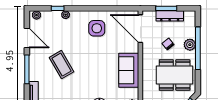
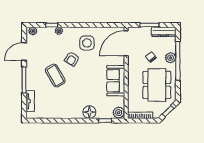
dresser: (170, 16) -> (164, 32), moved
door: (140, 29) -> (126, 43), hinge flipped
door: (27, 38) -> (24, 52), swing flipped
armchair: (80, 46) -> (72, 59), added
dining table: (175, 75) -> (157, 85), turned 90

